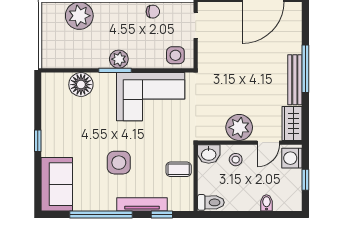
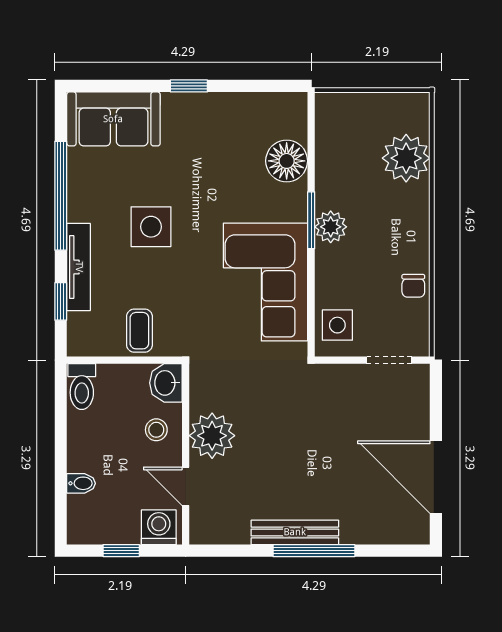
wardrobe: (292, 123) -> (219, 527), removed

